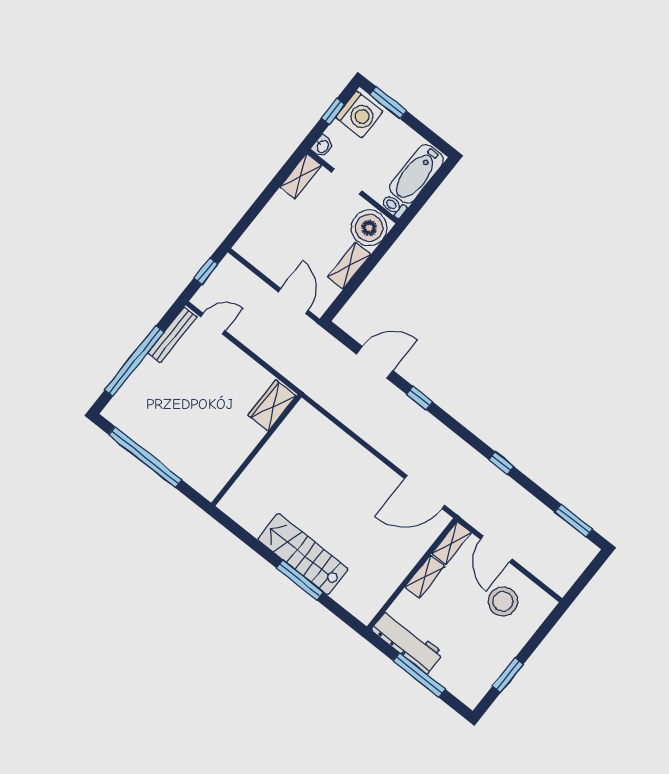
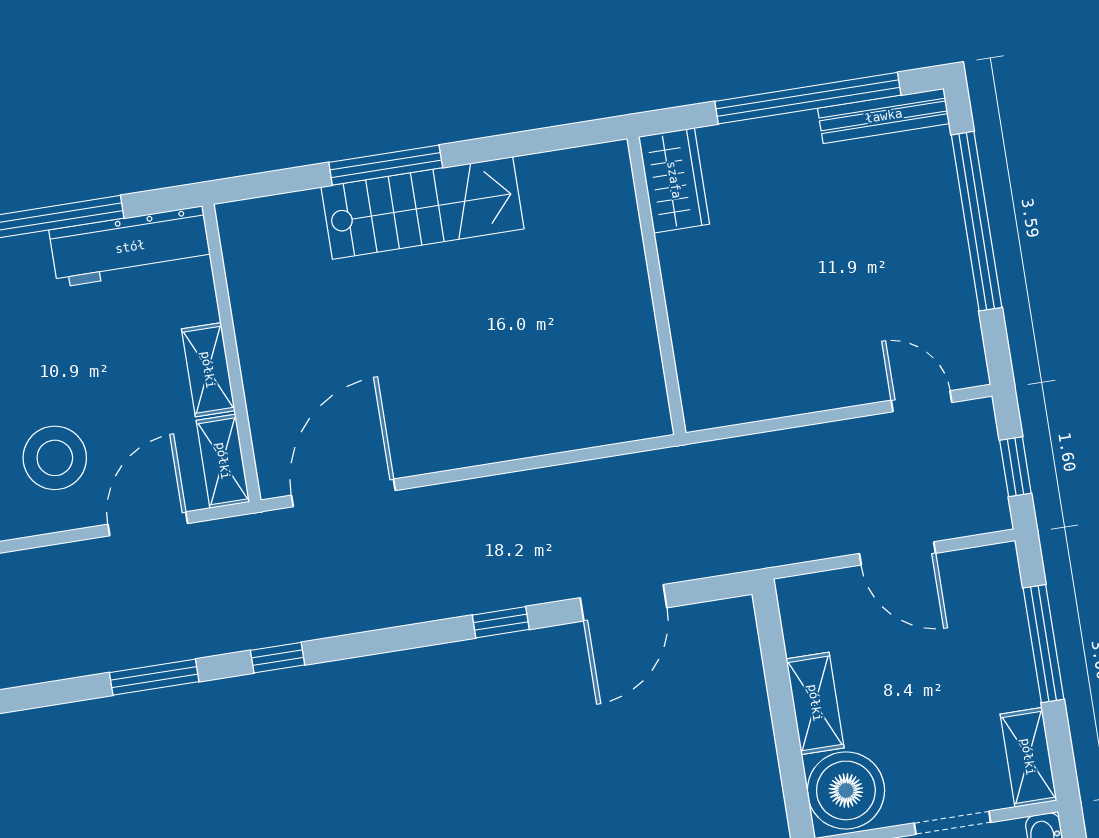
window: (257, 206) -> (1043, 644), added
door: (293, 301) -> (897, 553), moved
door: (213, 324) -> (922, 401), swing flipped
bench: (173, 335) -> (884, 116), moved, turned 90
wardrobe: (272, 405) -> (674, 180), moved
window: (574, 521) -> (154, 677), moved
door: (496, 549) -> (148, 524), hinge flipped

